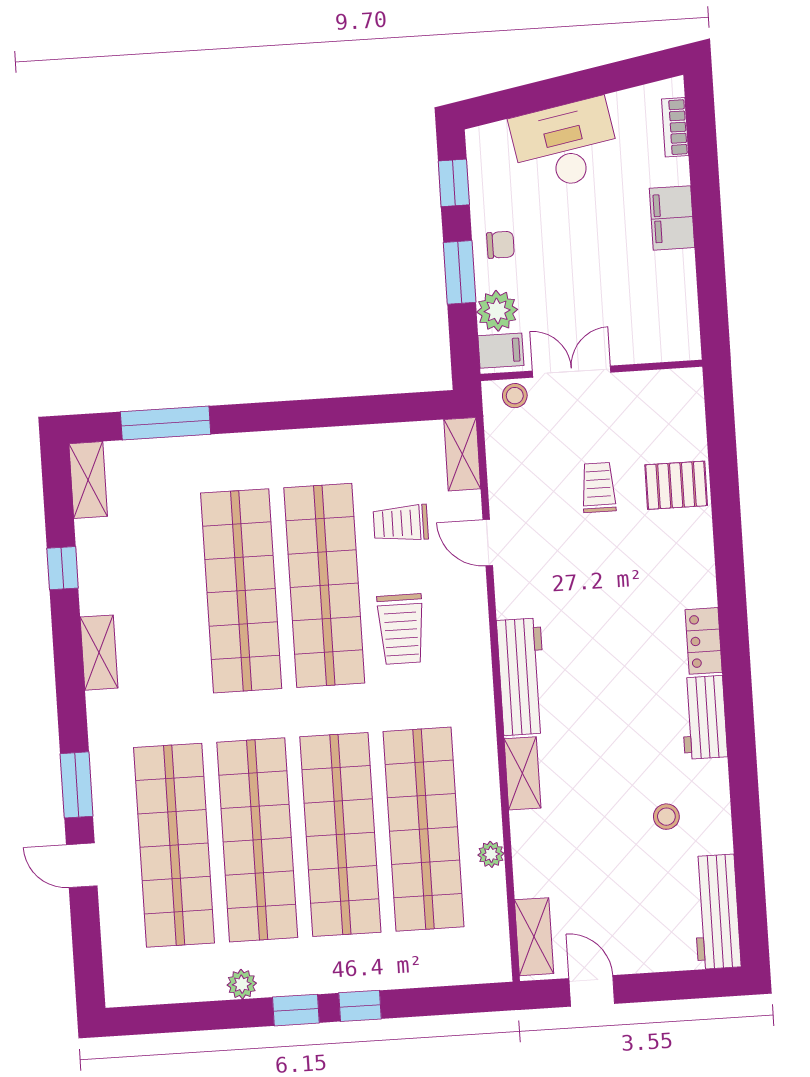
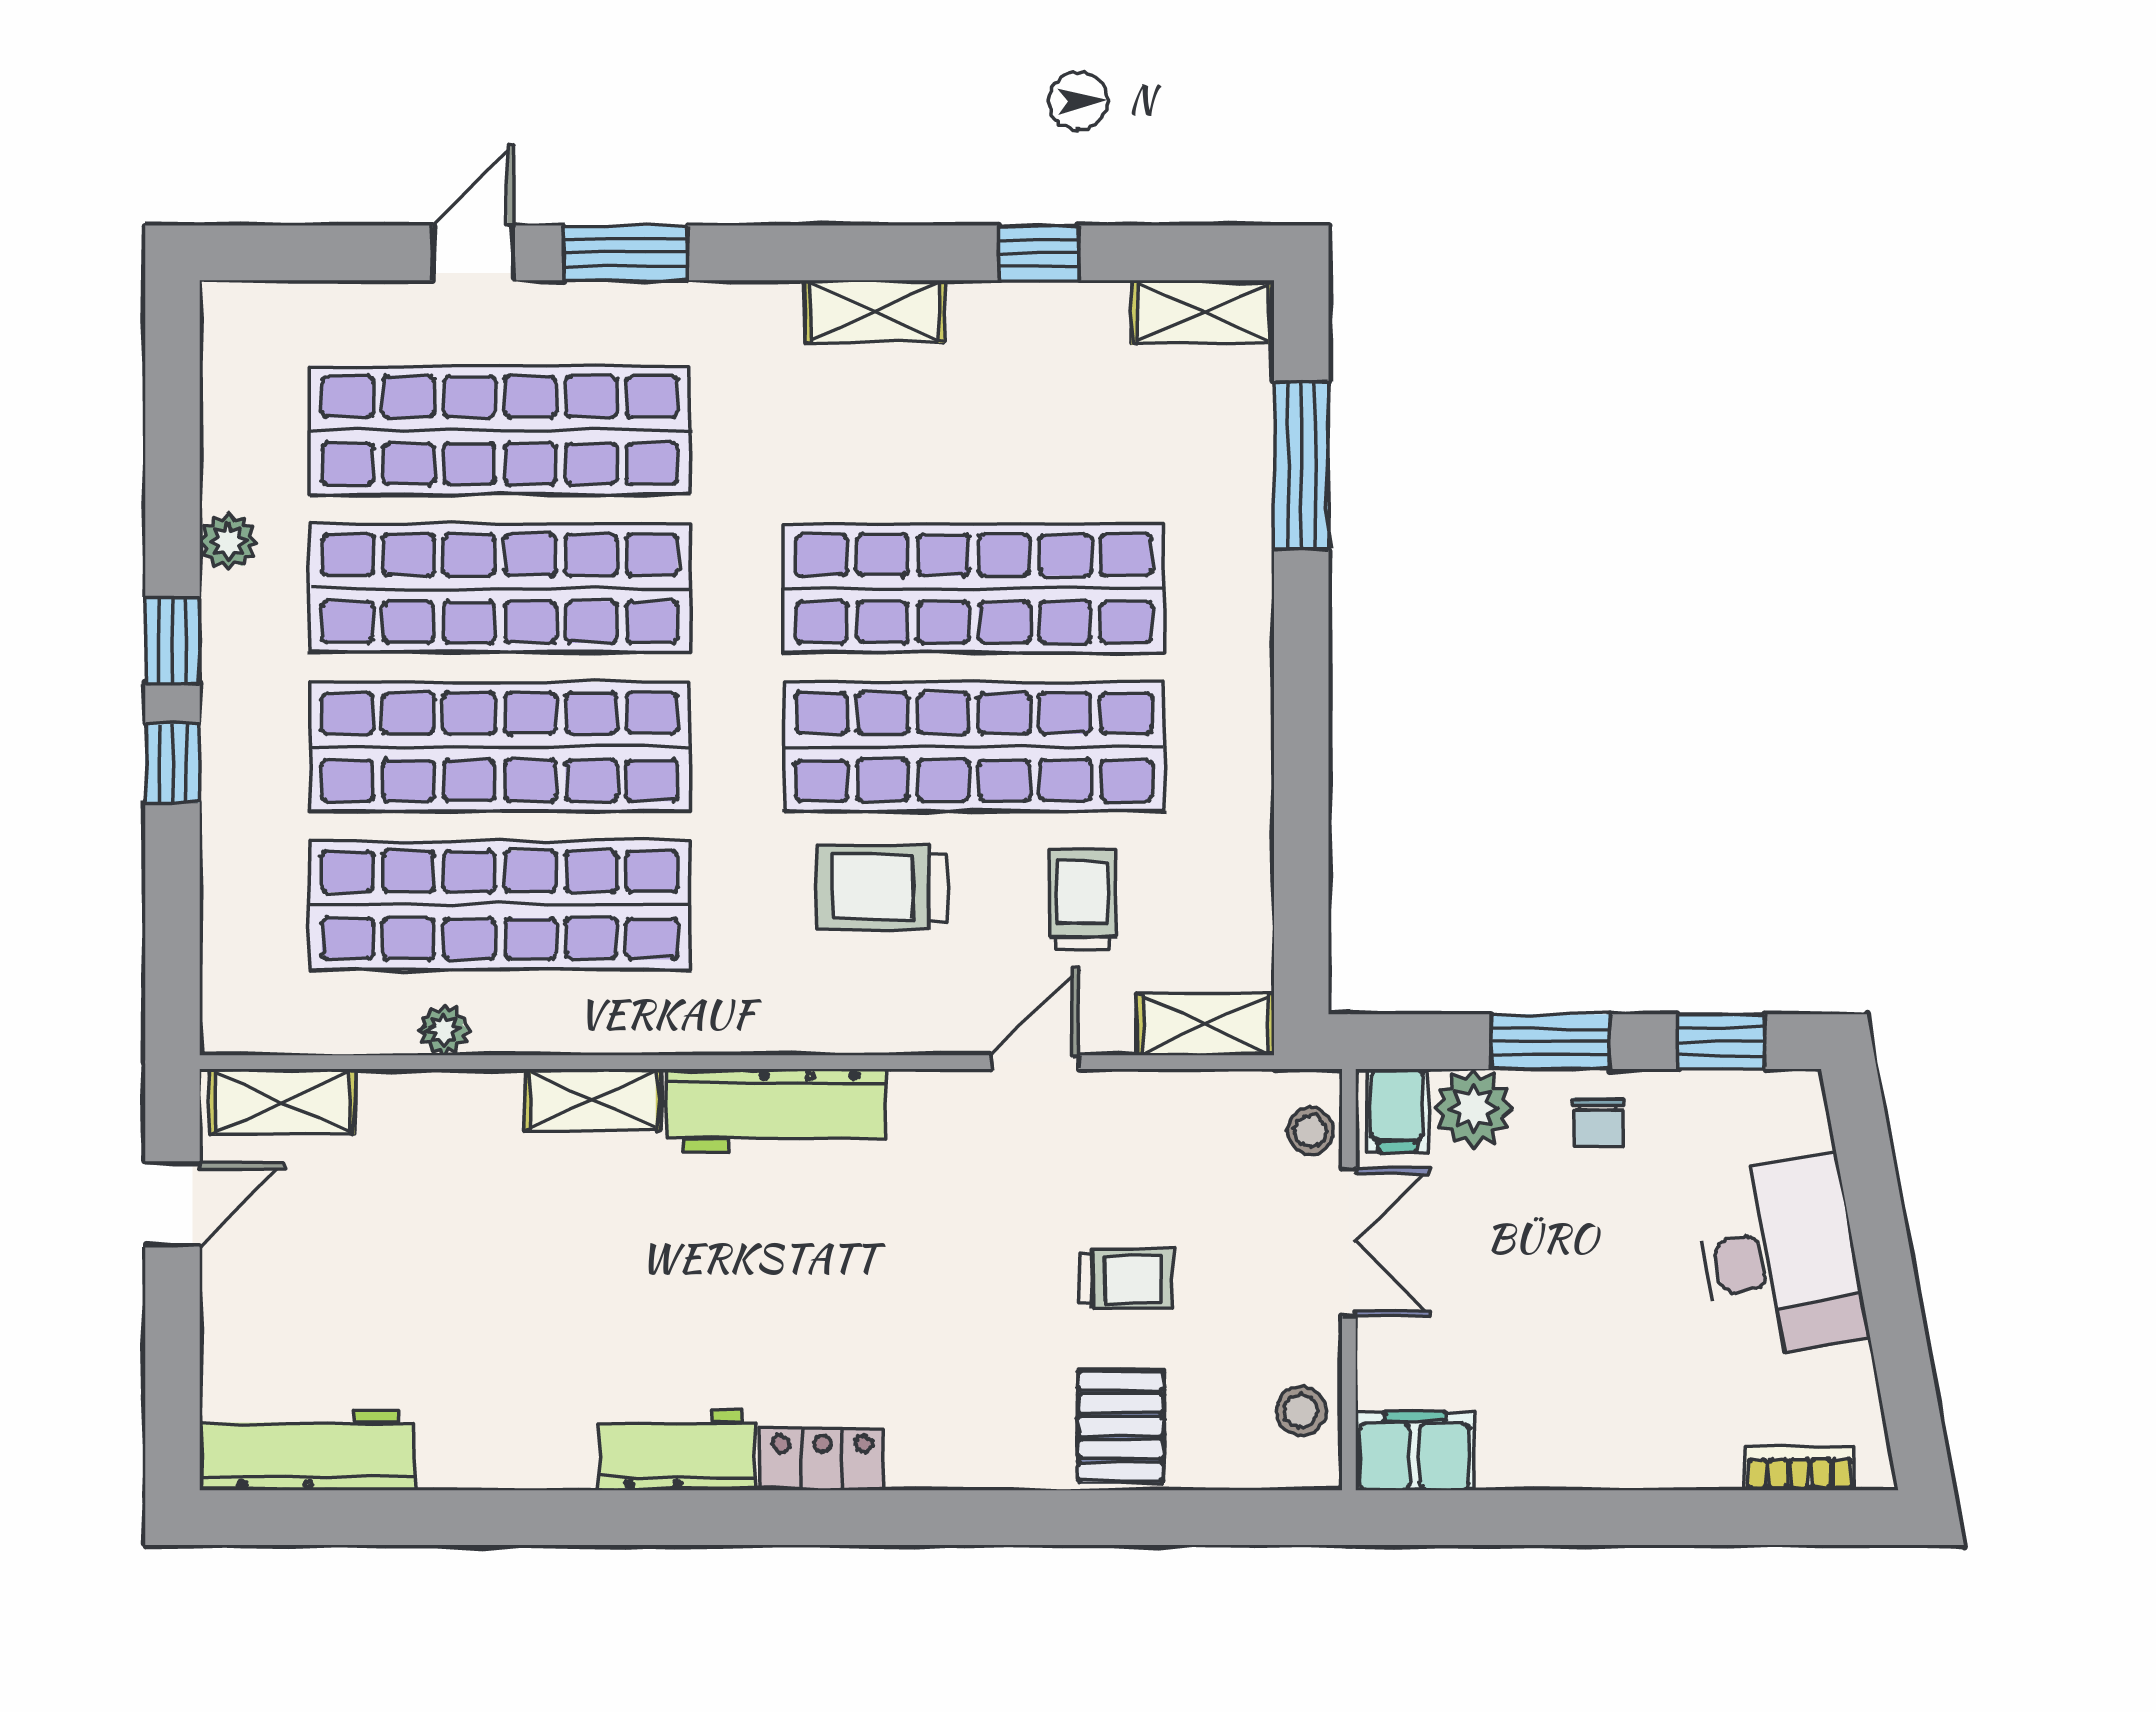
filing cabinet: (672, 218) -> (1415, 1451), moved
stool: (666, 817) -> (1301, 1411), moved

